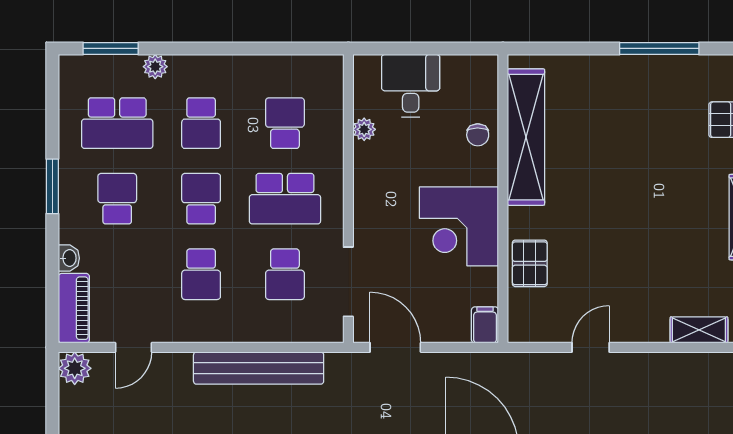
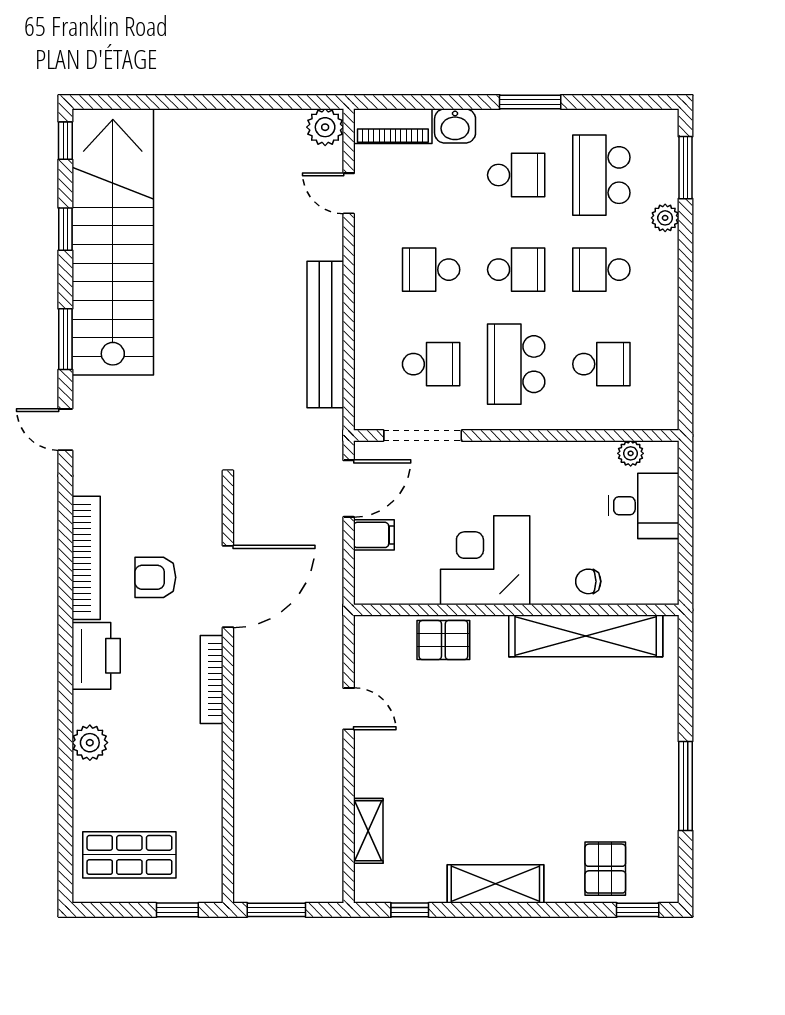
plant: (364, 129) -> (631, 453), moved
washbasin: (69, 258) -> (455, 126), width x1.38, depth x1.45
school desk: (285, 274) -> (431, 364), turned 180
filing cabinet: (485, 325) -> (374, 535), moved

